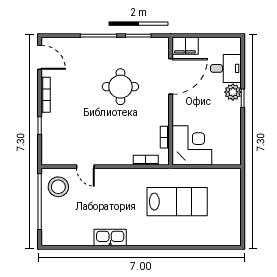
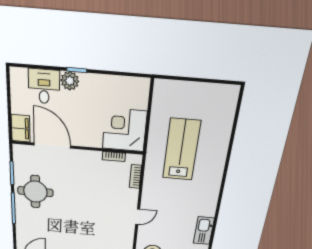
round table: (120, 87) -> (35, 192), moved
door: (85, 167) -> (138, 217), moved
kitchen sink: (110, 238) -> (204, 231), moved

